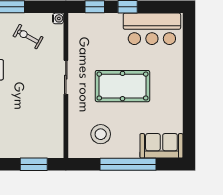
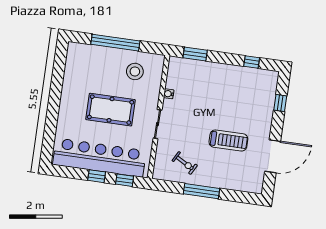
water cooler: (58, 18) -> (169, 94), moved
bar counter: (152, 29) -> (99, 158), width x1.86
sofa: (161, 146) -> (85, 54), removed

